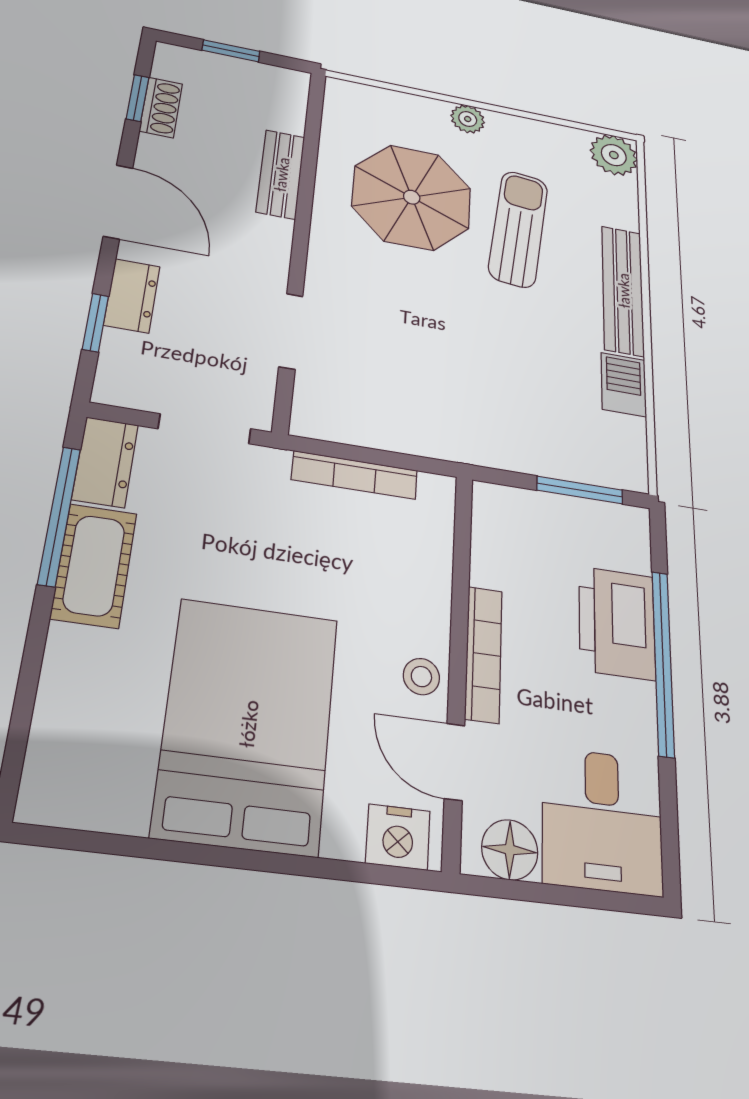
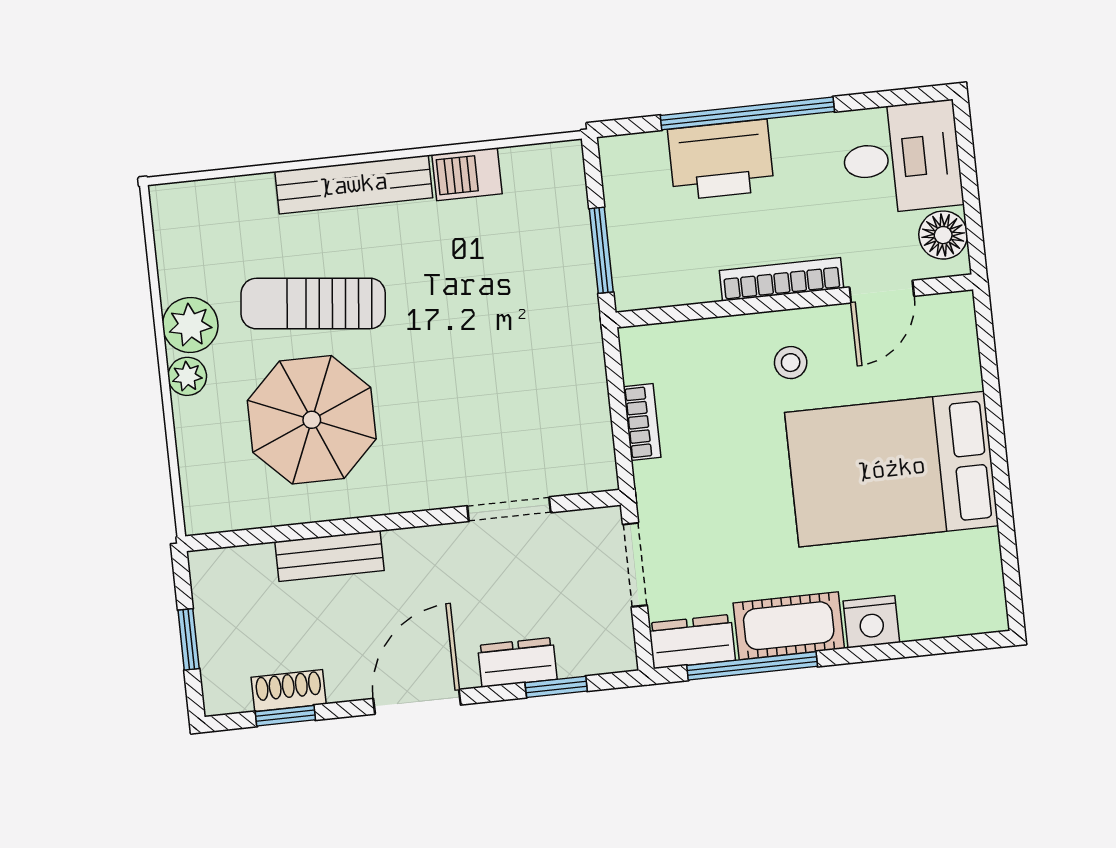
plant: (614, 155) -> (190, 325), moved
bookcase: (355, 475) -> (642, 422), width x0.64
window: (580, 490) -> (601, 250), moved
stool: (421, 677) -> (791, 363), moved
nightstand: (398, 837) -> (871, 622), moved, turned 90

